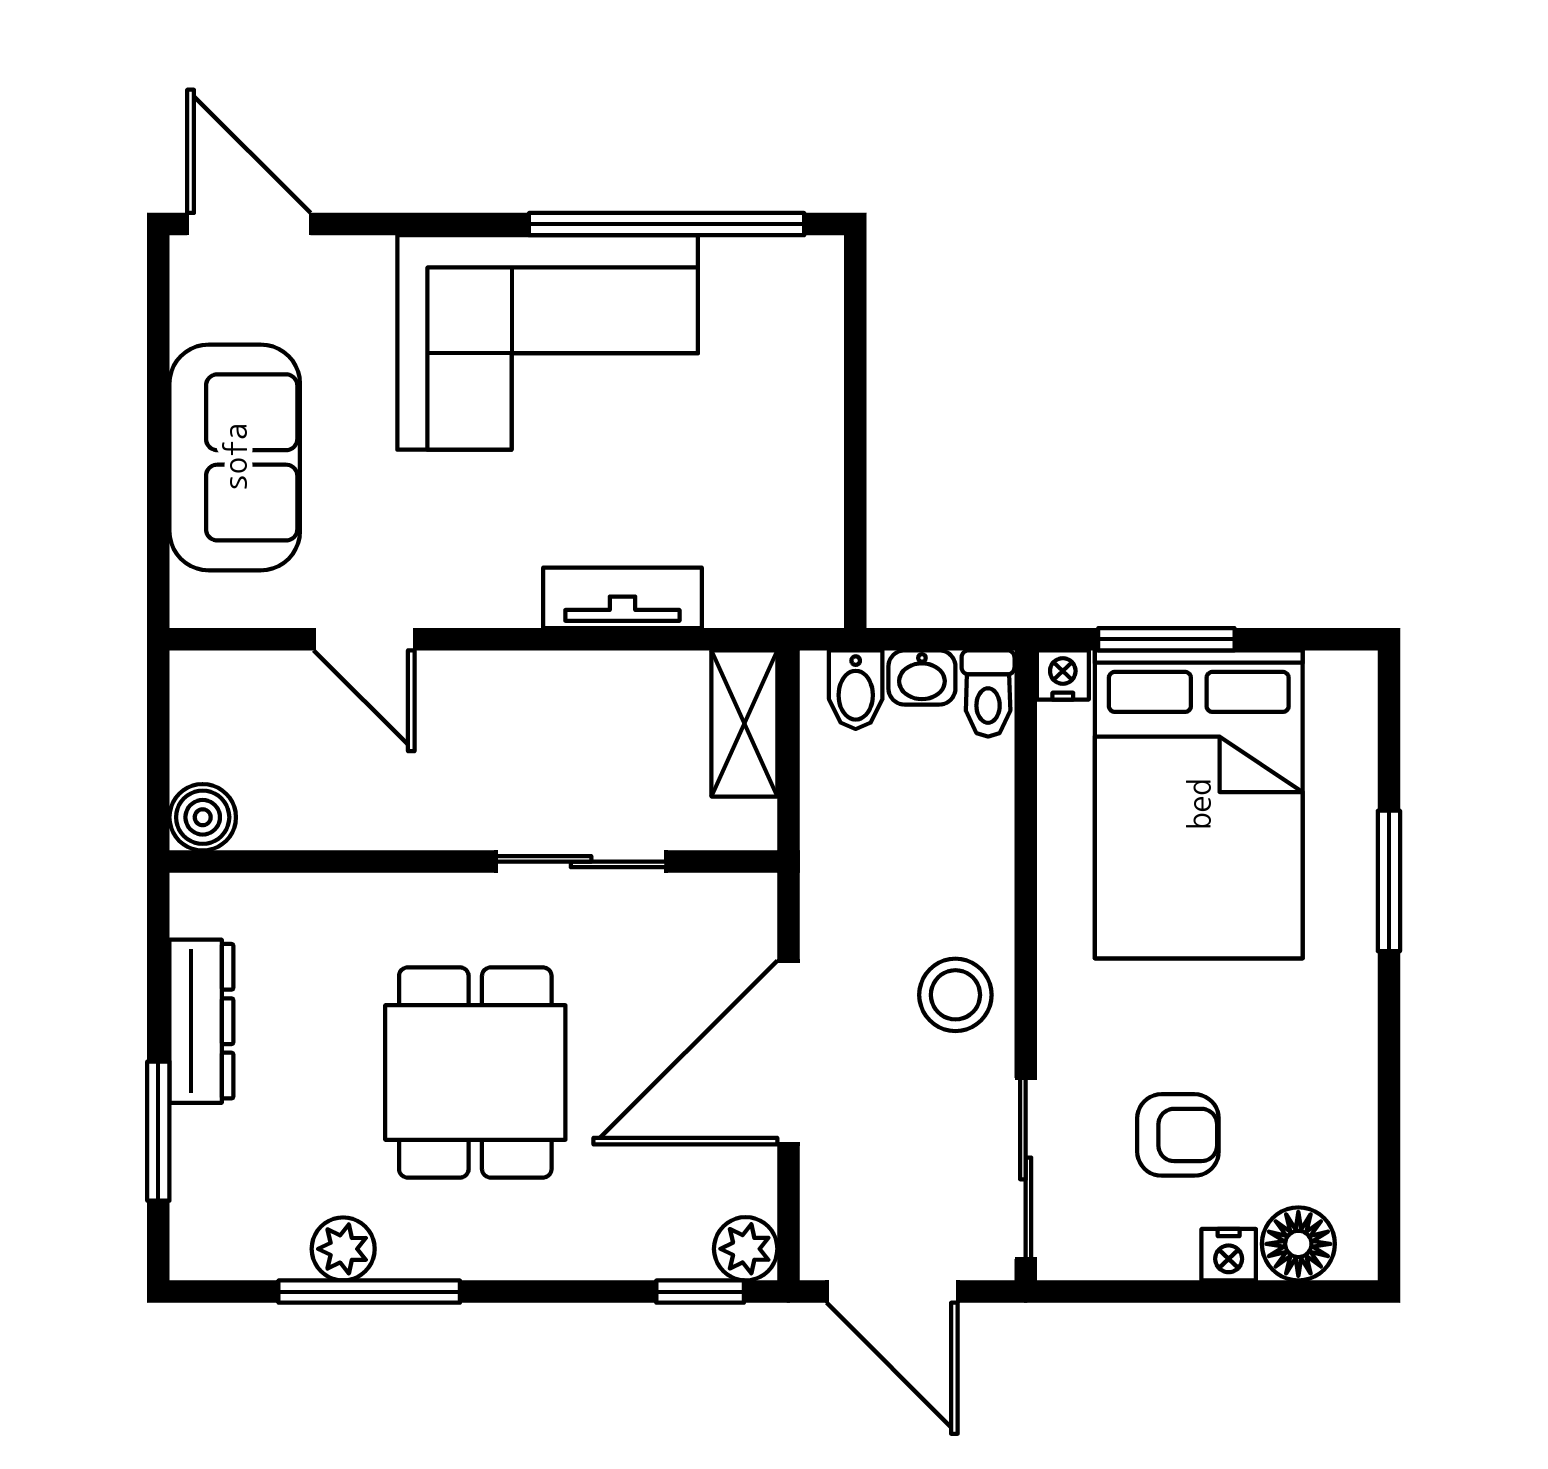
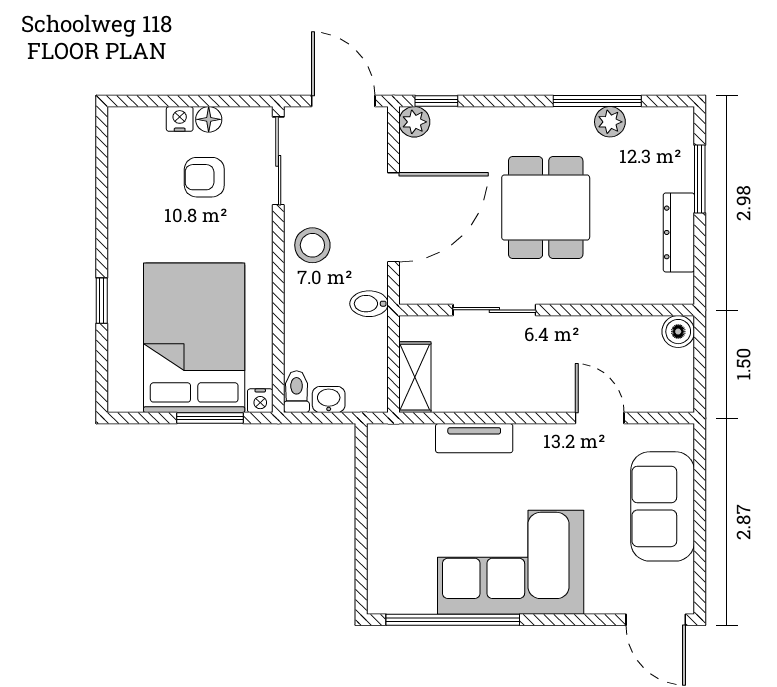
bidet: (856, 690) -> (369, 304), moved, turned -90
window: (1389, 881) -> (102, 301), width x0.67
floor lamp: (1298, 1244) -> (209, 119), moved, width x0.73, depth x0.73

